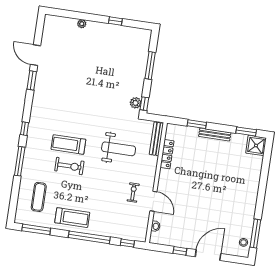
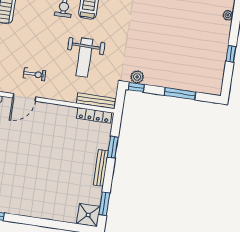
locker: (167, 154) -> (94, 115), moved

